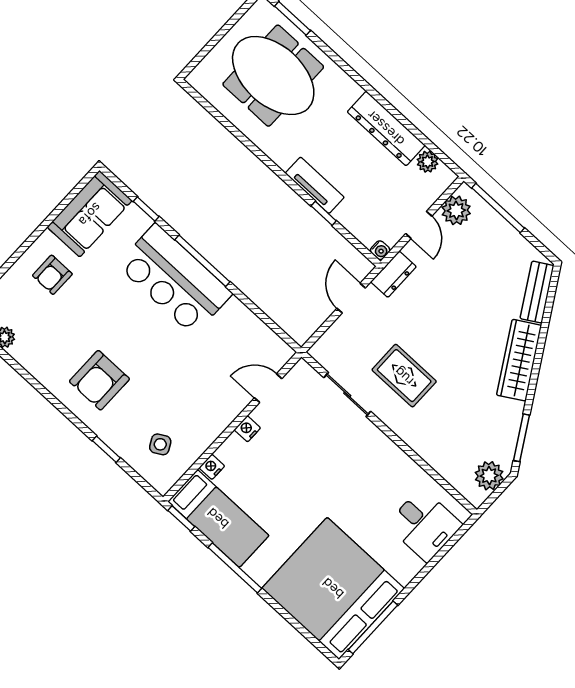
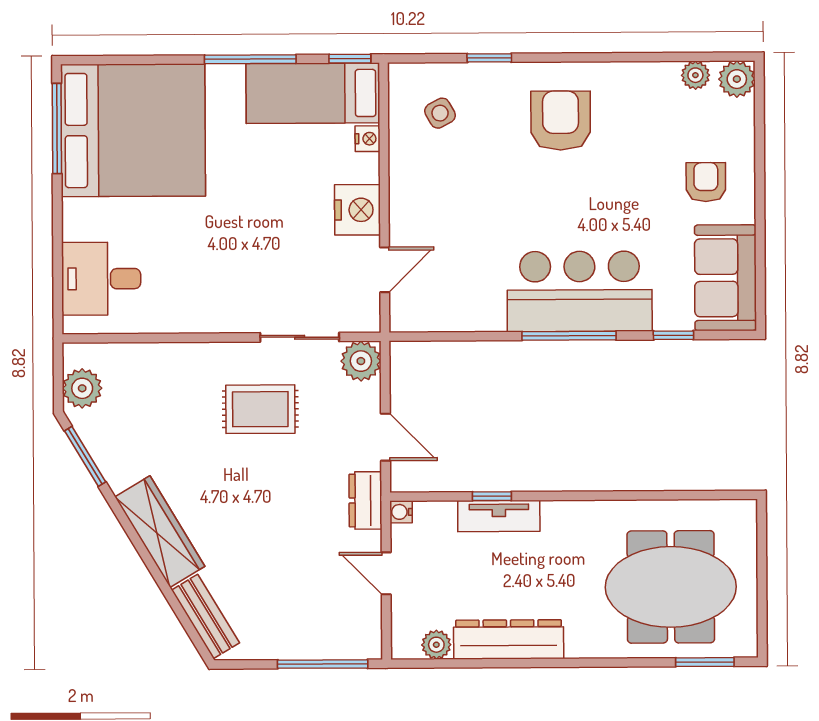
tv unit: (315, 185) -> (499, 516), moved
plant: (456, 210) -> (361, 361), moved
nightstand: (247, 429) -> (357, 210), width x1.89, depth x1.79

